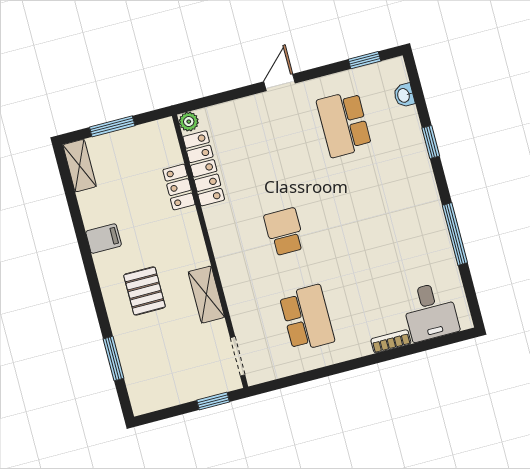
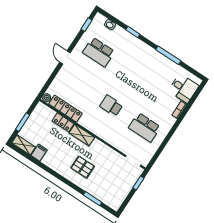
filing cabinet: (104, 239) -> (39, 153), moved
shelving: (206, 295) -> (82, 135), moved
school desk: (307, 318) -> (145, 127), turned 180

